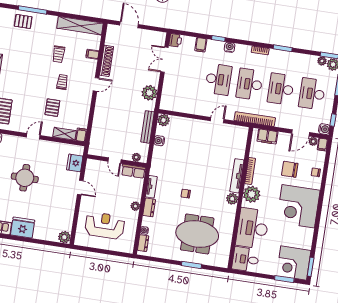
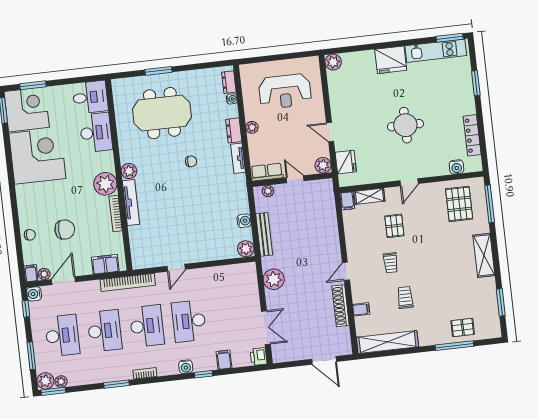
plant: (92, 165) -> (323, 165), added
corner desk: (298, 206) -> (37, 156), moved
desk: (252, 228) -> (96, 133), width x0.73, depth x0.77

